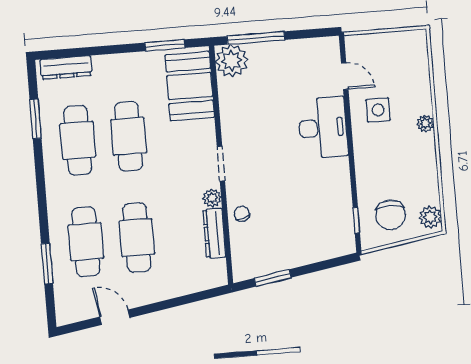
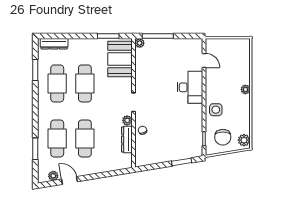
plant: (232, 61) -> (140, 43), width x0.53, depth x0.53
side table: (378, 110) -> (216, 110), moved
window: (273, 278) -> (182, 162), moved
plant: (84, 311) -> (53, 176), added

